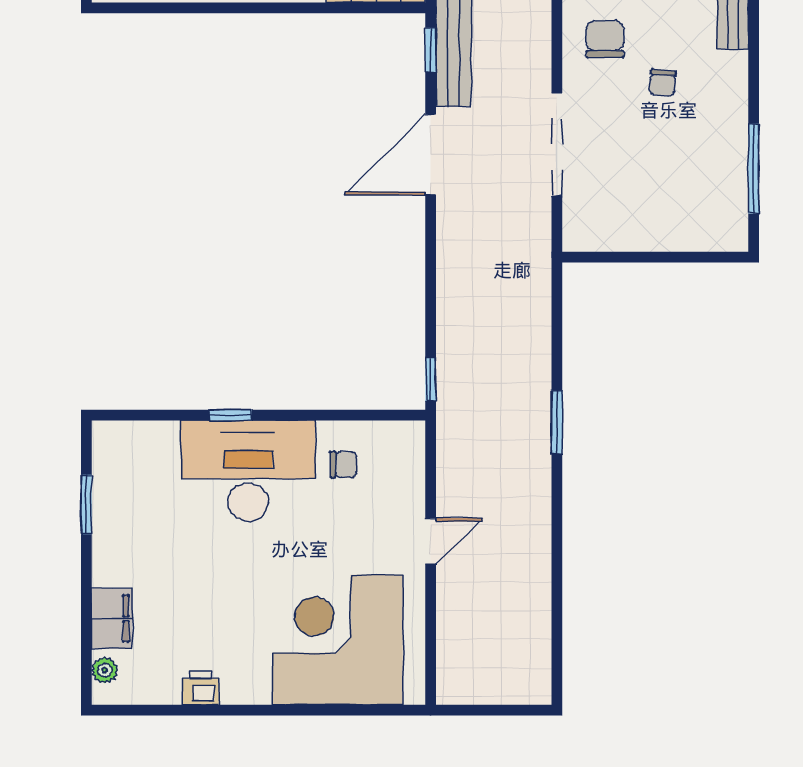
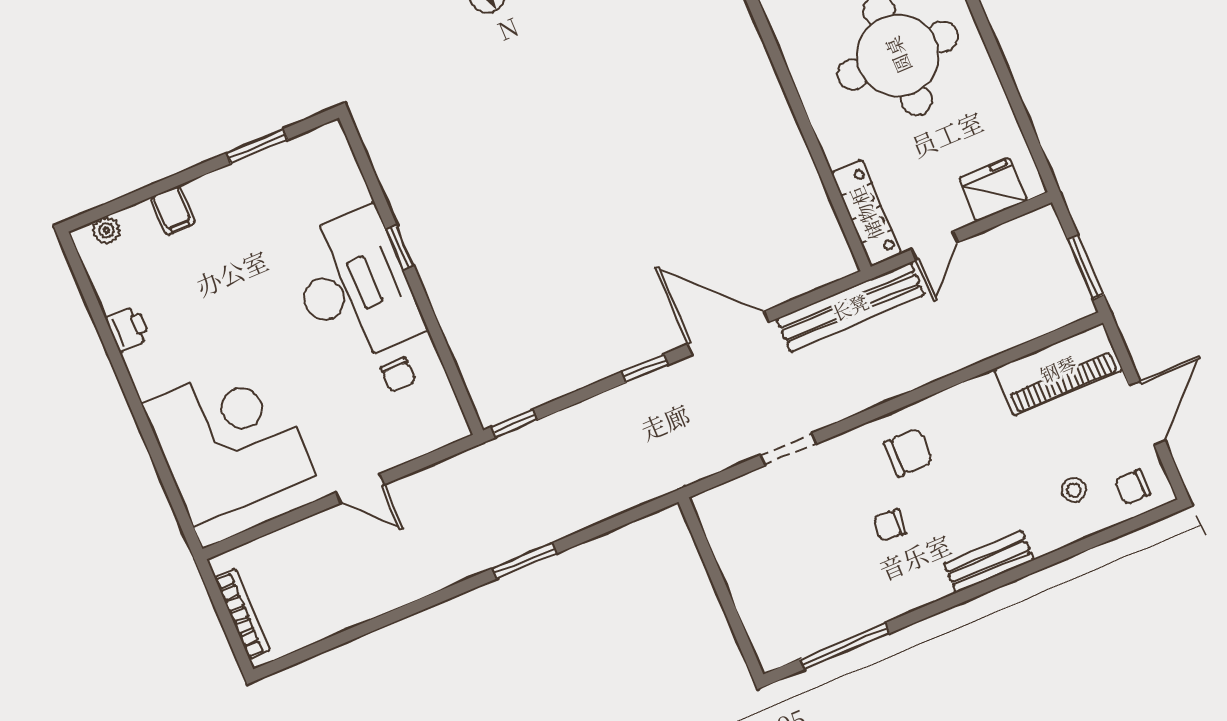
window: (431, 50) -> (644, 368), moved
doorway: (557, 144) -> (789, 449), width x0.53
filing cabinet: (112, 619) -> (173, 210), width x0.50
bookcase: (498, 694) -> (242, 614), added

